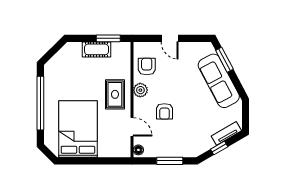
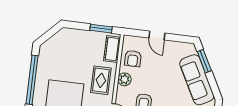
cot: (97, 49) -> (112, 49), moved, turned 90
armchair: (147, 66) -> (133, 59), turned 180

